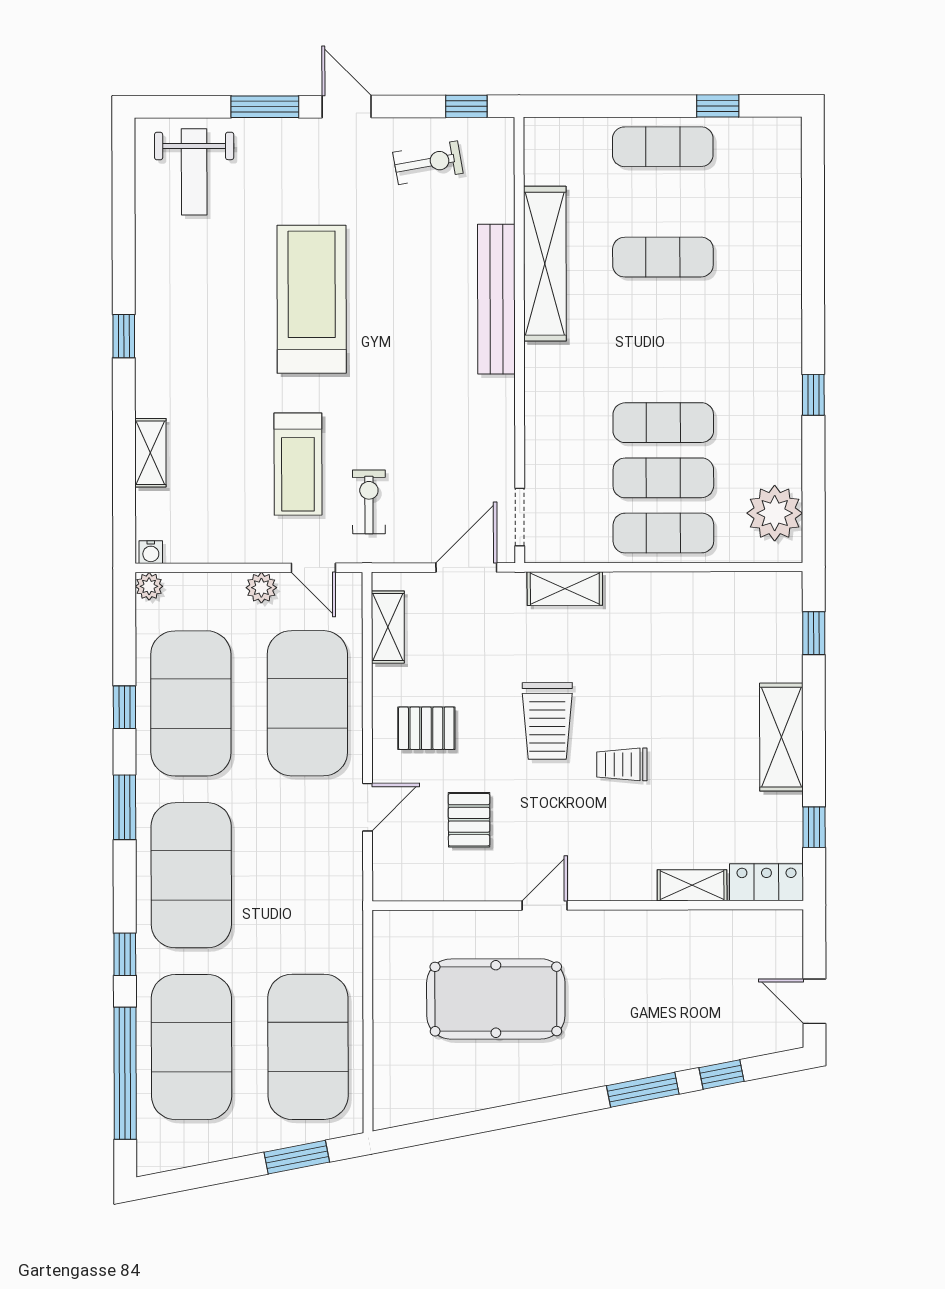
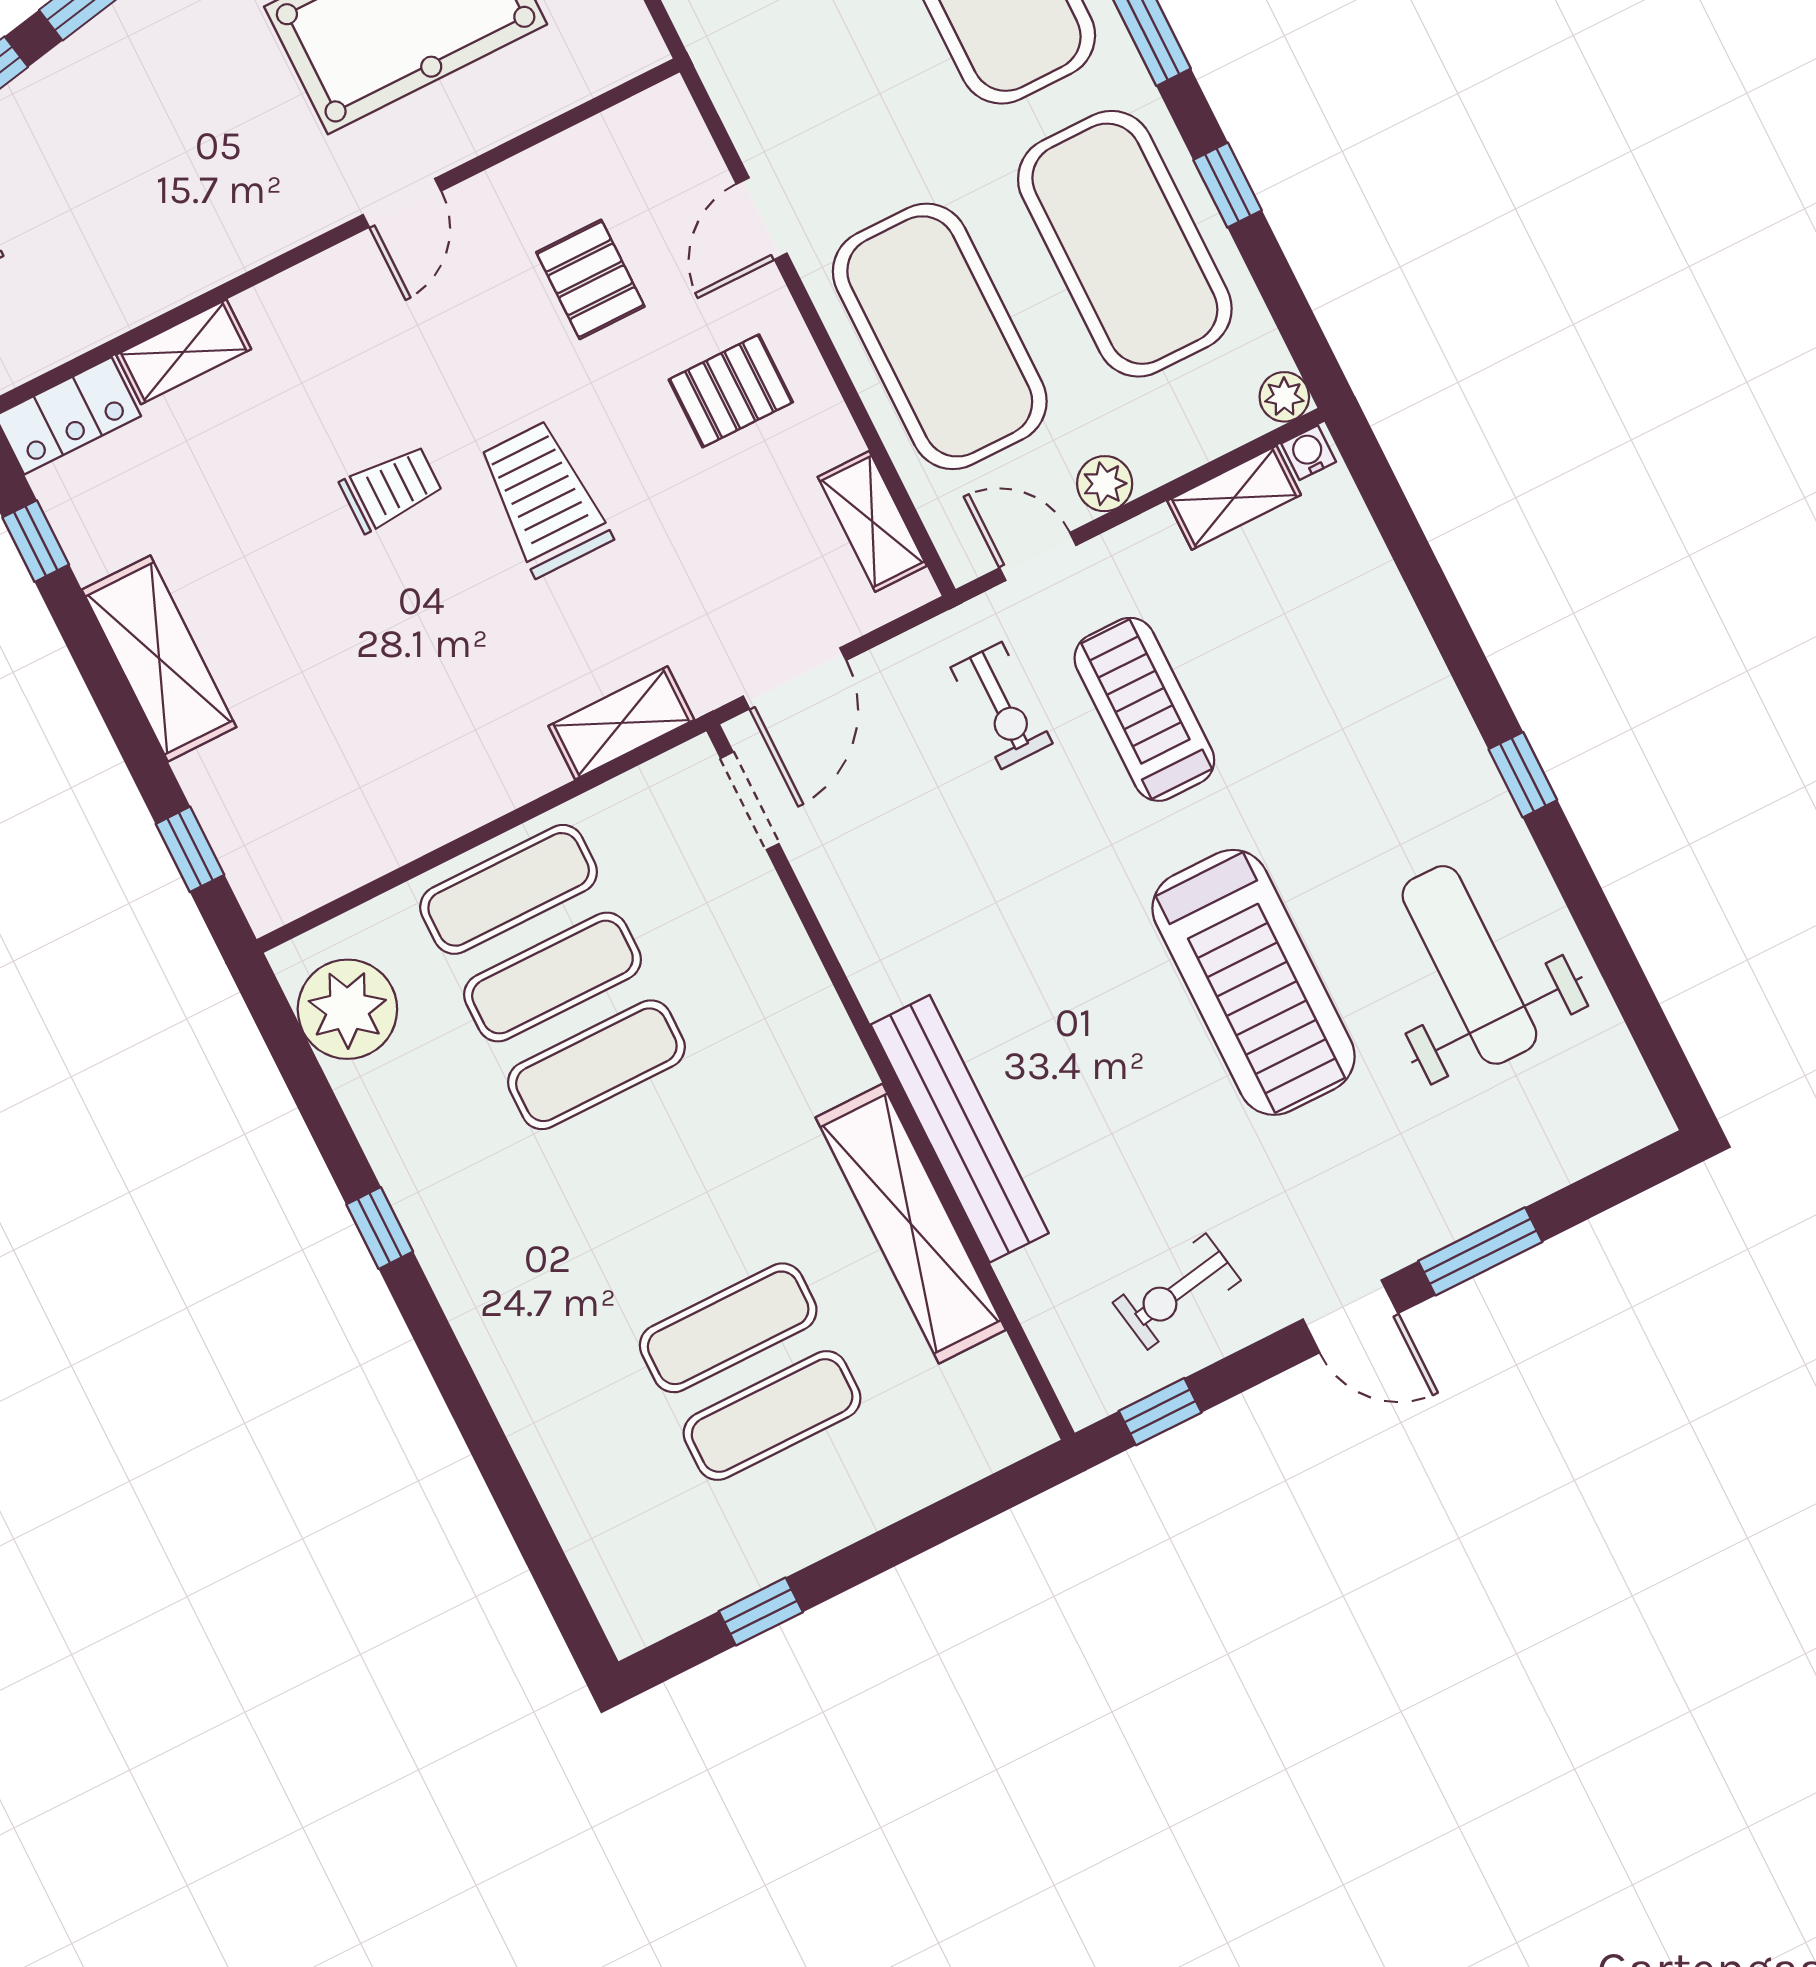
exercise mat: (663, 147) -> (772, 1416), moved
weight bench: (194, 172) -> (1469, 965), moved, width x1.36, depth x1.33
shelving: (150, 453) -> (1234, 498), moved, turned 90

